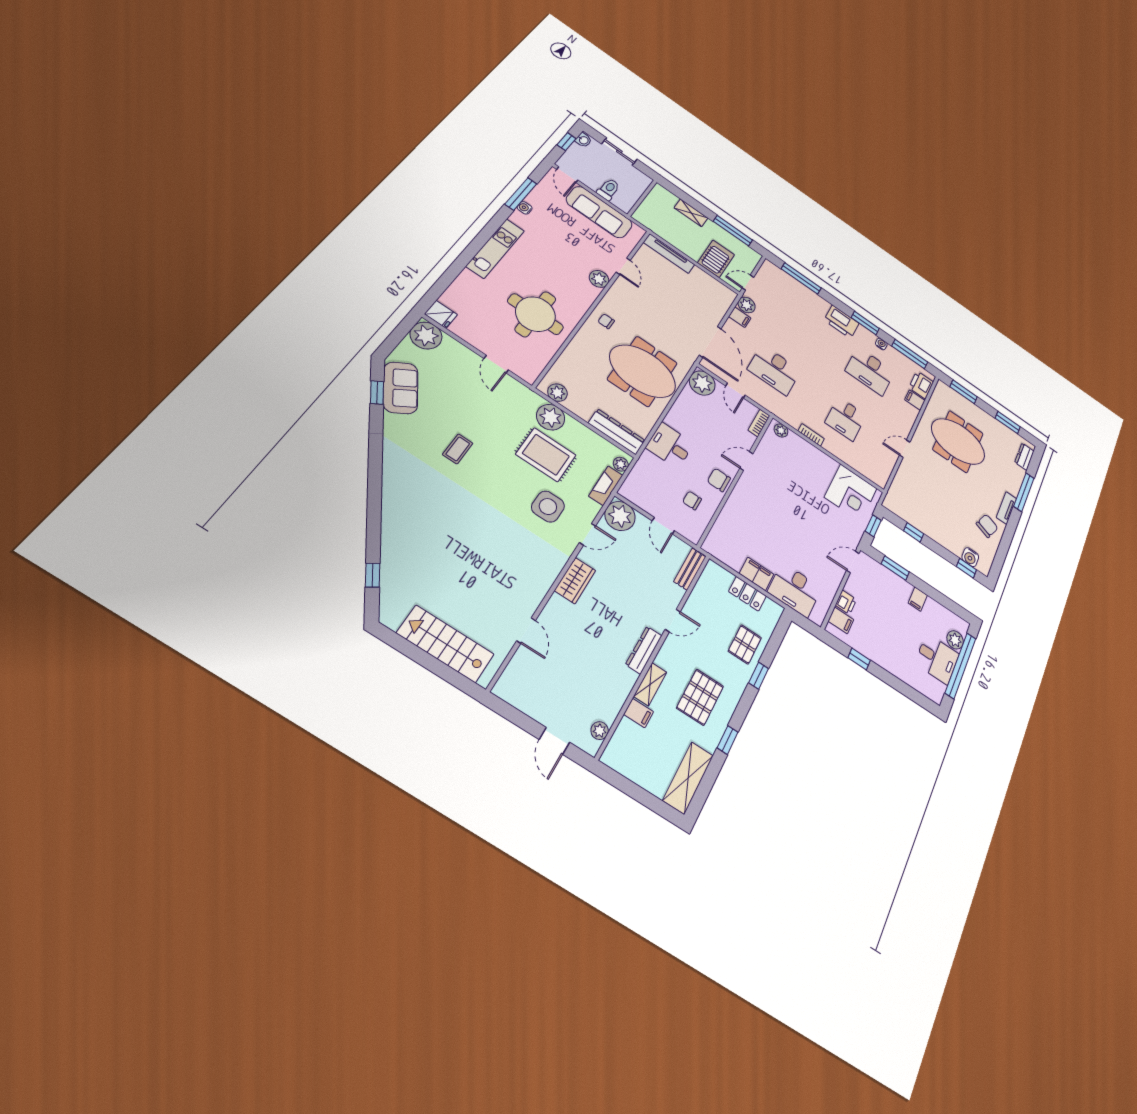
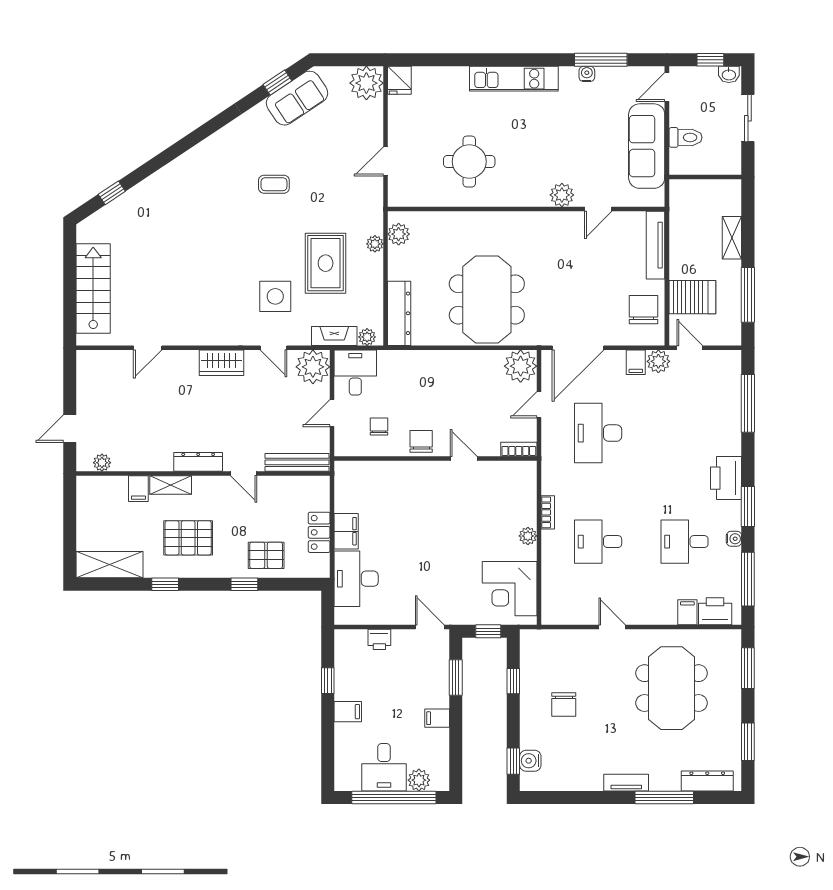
round table: (535, 314) -> (469, 162), width x0.73, depth x0.73
chair: (606, 321) -> (643, 310), moved, width x1.87, depth x1.87
desk: (870, 371) -> (685, 542), width x0.73
plant: (551, 417) -> (375, 244), width x0.53, depth x0.53
plant: (781, 430) -> (528, 536), moved
desk: (670, 446) -> (355, 372), moved
dresser: (1024, 457) -> (707, 781), width x1.44
chair: (987, 526) -> (564, 705), moved, turned 70
bench: (690, 569) -> (297, 462), width x1.36
filing cabinet: (841, 620) -> (348, 712), moved, turned -90

